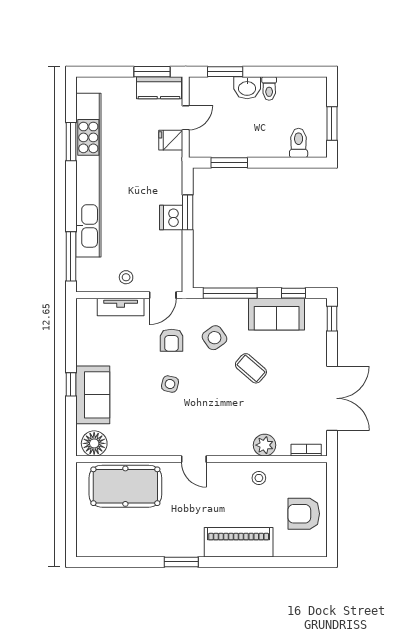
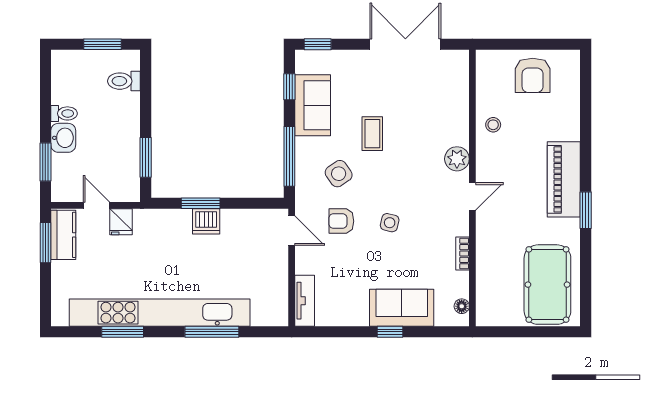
window: (71, 256) -> (212, 332), moved
stool: (126, 277) -> (272, 271), removed
tv unit: (121, 307) -> (305, 301), moved
armchair: (172, 340) -> (341, 221), turned 180
coffee table: (251, 368) -> (372, 134), turned -41
floor lamp: (94, 443) -> (462, 306), width x0.53, depth x0.53
plant: (265, 445) -> (457, 159), moved
bookcase: (306, 450) -> (463, 253), moved
pool table: (125, 486) -> (547, 285), moved
piano: (239, 542) -> (564, 179), moved

